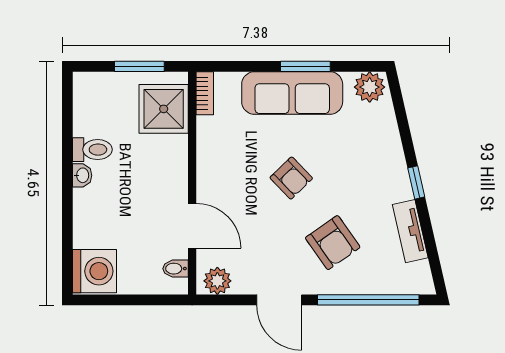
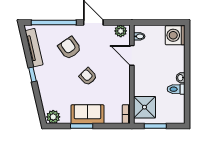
sofa: (292, 93) -> (87, 114), width x0.73
tv unit: (410, 231) -> (34, 48), width x1.41

